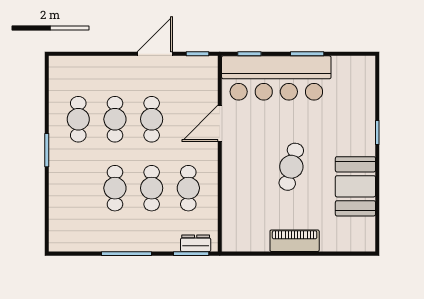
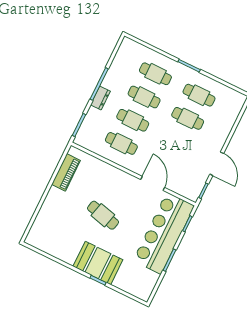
cafe table: (152, 119) -> (155, 74), moved
booth: (355, 186) -> (98, 263), moved
piano: (295, 241) -> (66, 172), moved
dresser: (196, 243) -> (100, 98), moved

